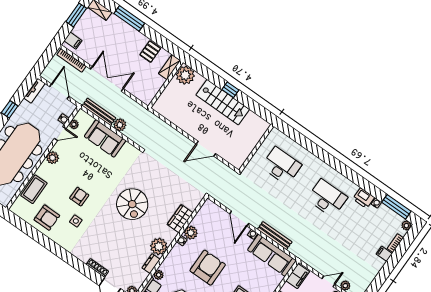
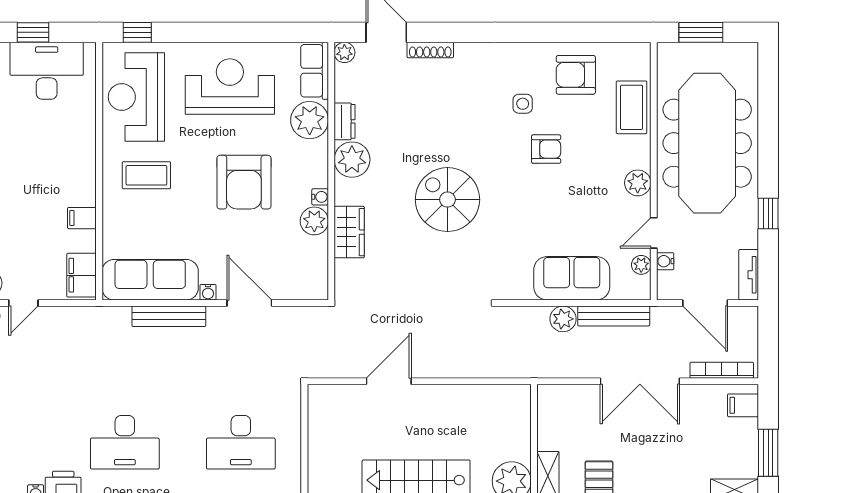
armchair: (79, 197) -> (546, 149), turned -90
plant: (159, 275) -> (310, 120), width x1.88, depth x1.88

